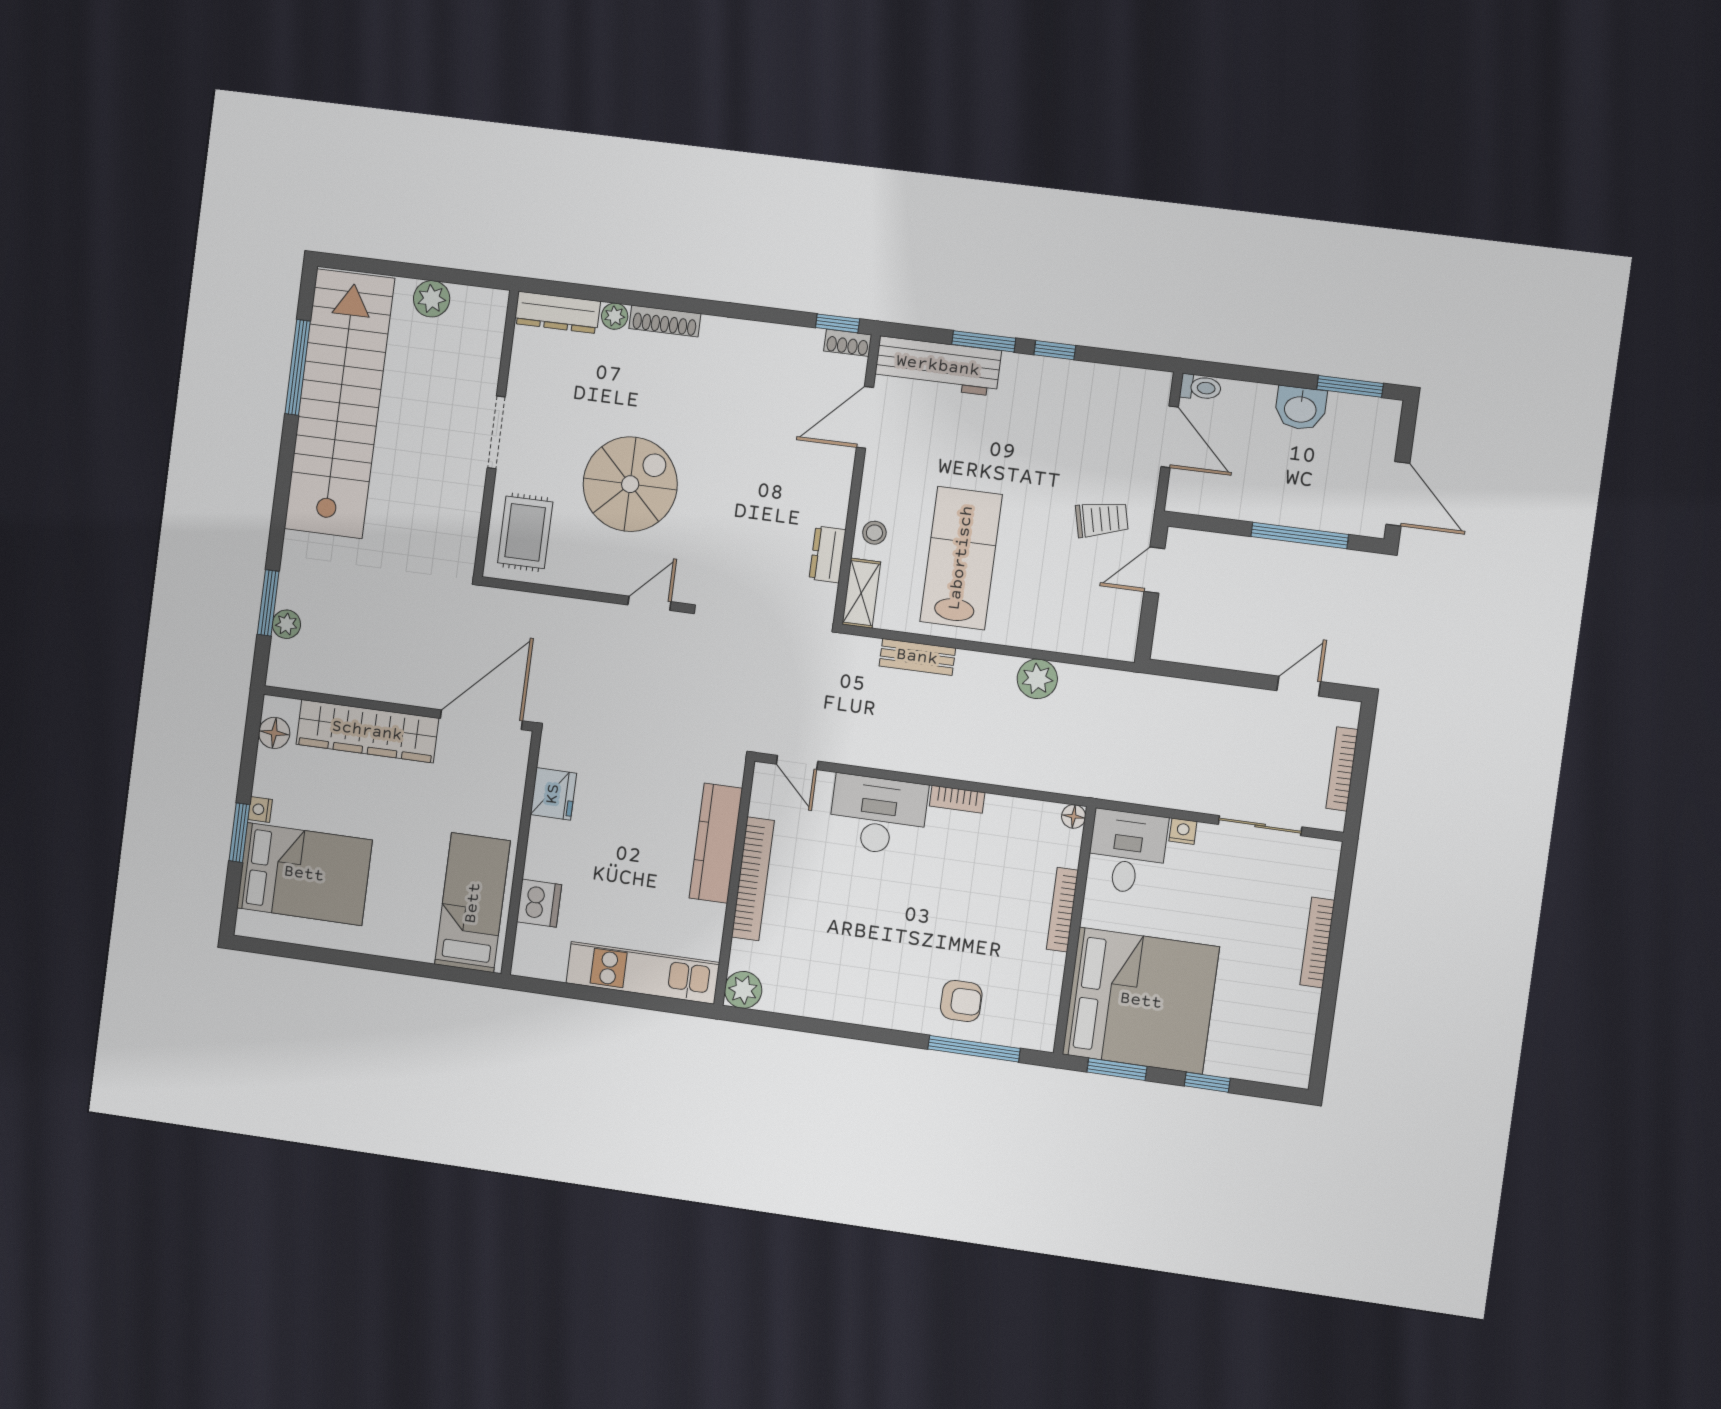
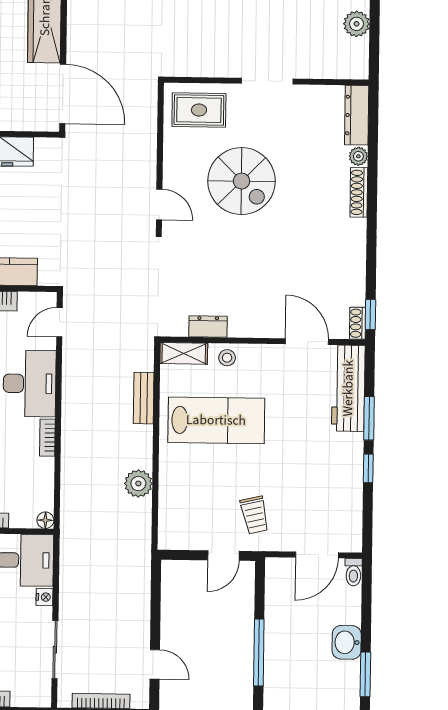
door: (1154, 570) -> (223, 556), swing flipped

